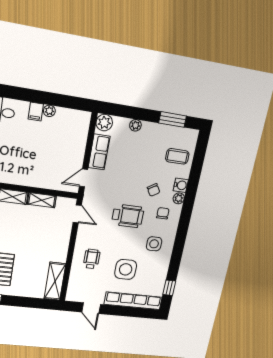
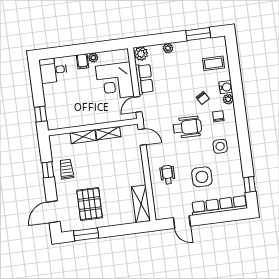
corner desk: (66, 145) -> (115, 81), added

